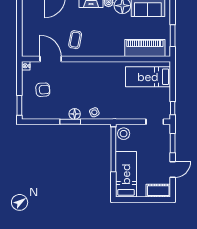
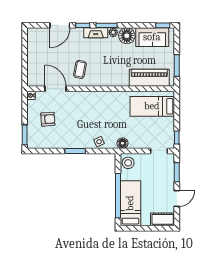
floor lamp: (75, 114) -> (122, 143), moved
window: (113, 149) -> (118, 196), moved

